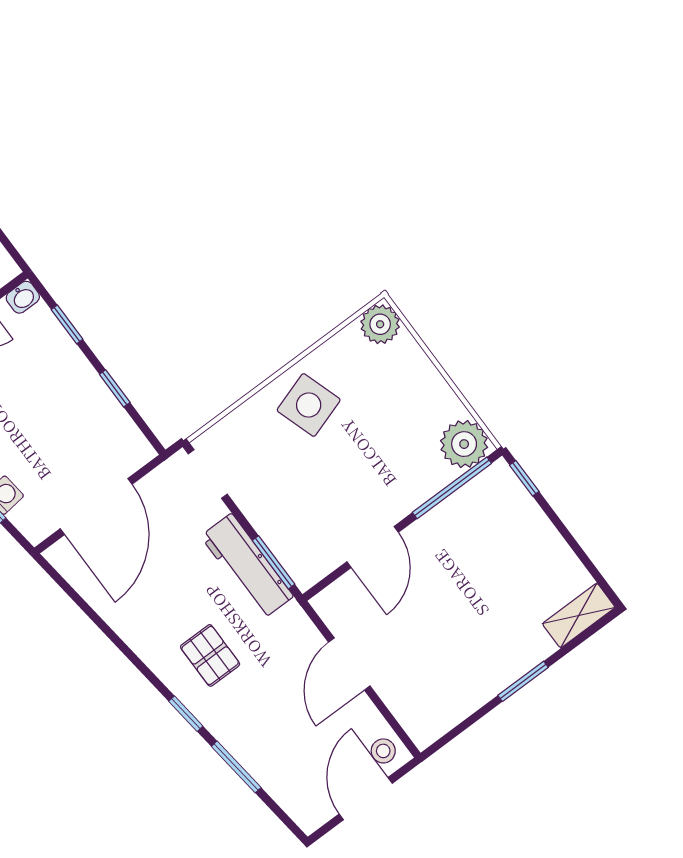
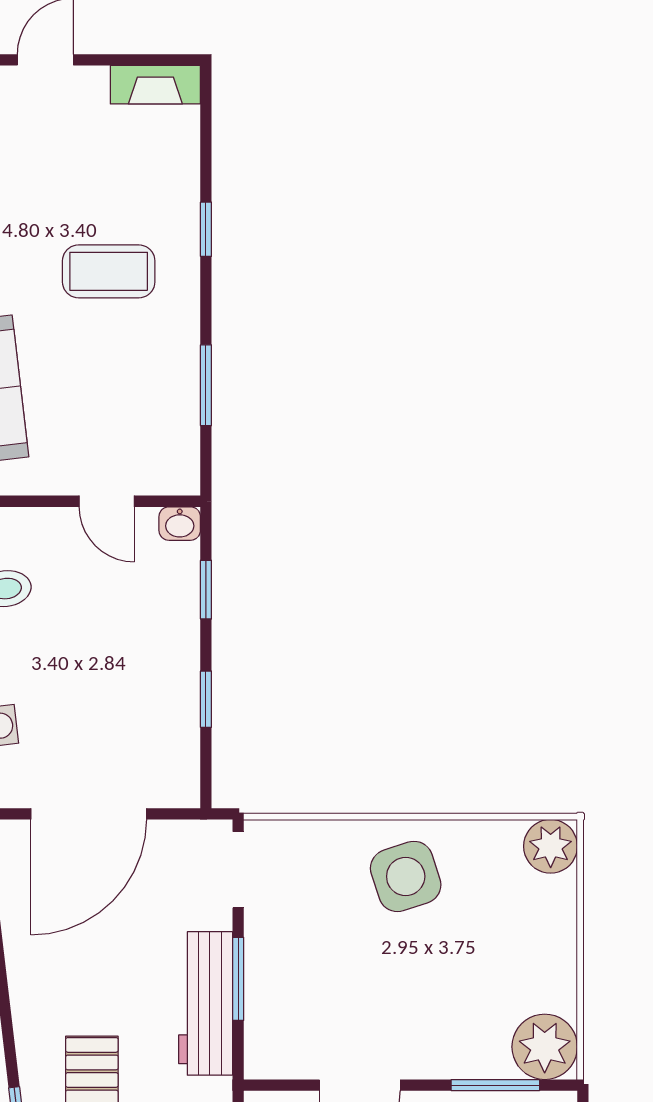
window: (452, 488) -> (495, 1085), width x0.69
window: (274, 562) -> (238, 979), moved

